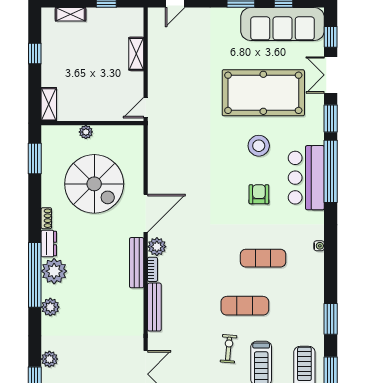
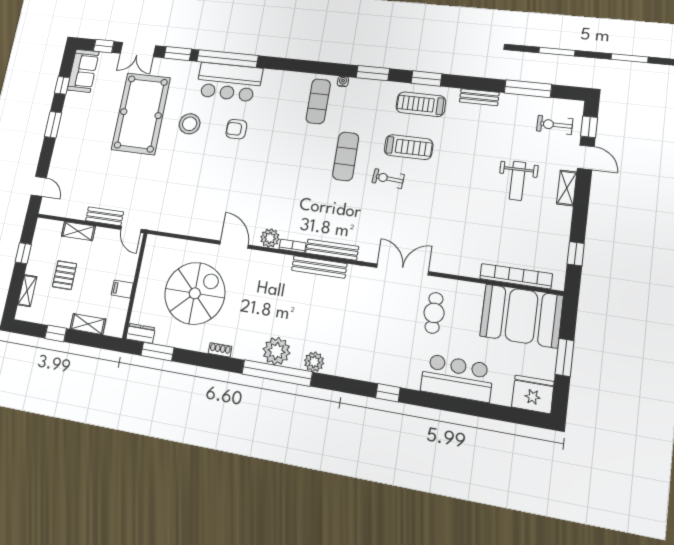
sofa: (282, 24) -> (83, 71), width x0.54, depth x0.79
pallet: (91, 49) -> (65, 275), added
bench: (155, 78) -> (105, 216), added
shelving: (49, 104) -> (88, 324), moved
filing cabinet: (87, 111) -> (122, 289), added
plant: (86, 132) -> (142, 294), removed
door: (146, 213) -> (234, 245), width x0.73
dresser: (49, 244) -> (141, 333), moved
water cooler: (319, 246) -> (343, 81), moved
exercise mat: (263, 258) -> (318, 101), moved
bench: (137, 263) -> (319, 267), moved
plant: (49, 359) -> (371, 373), removed

